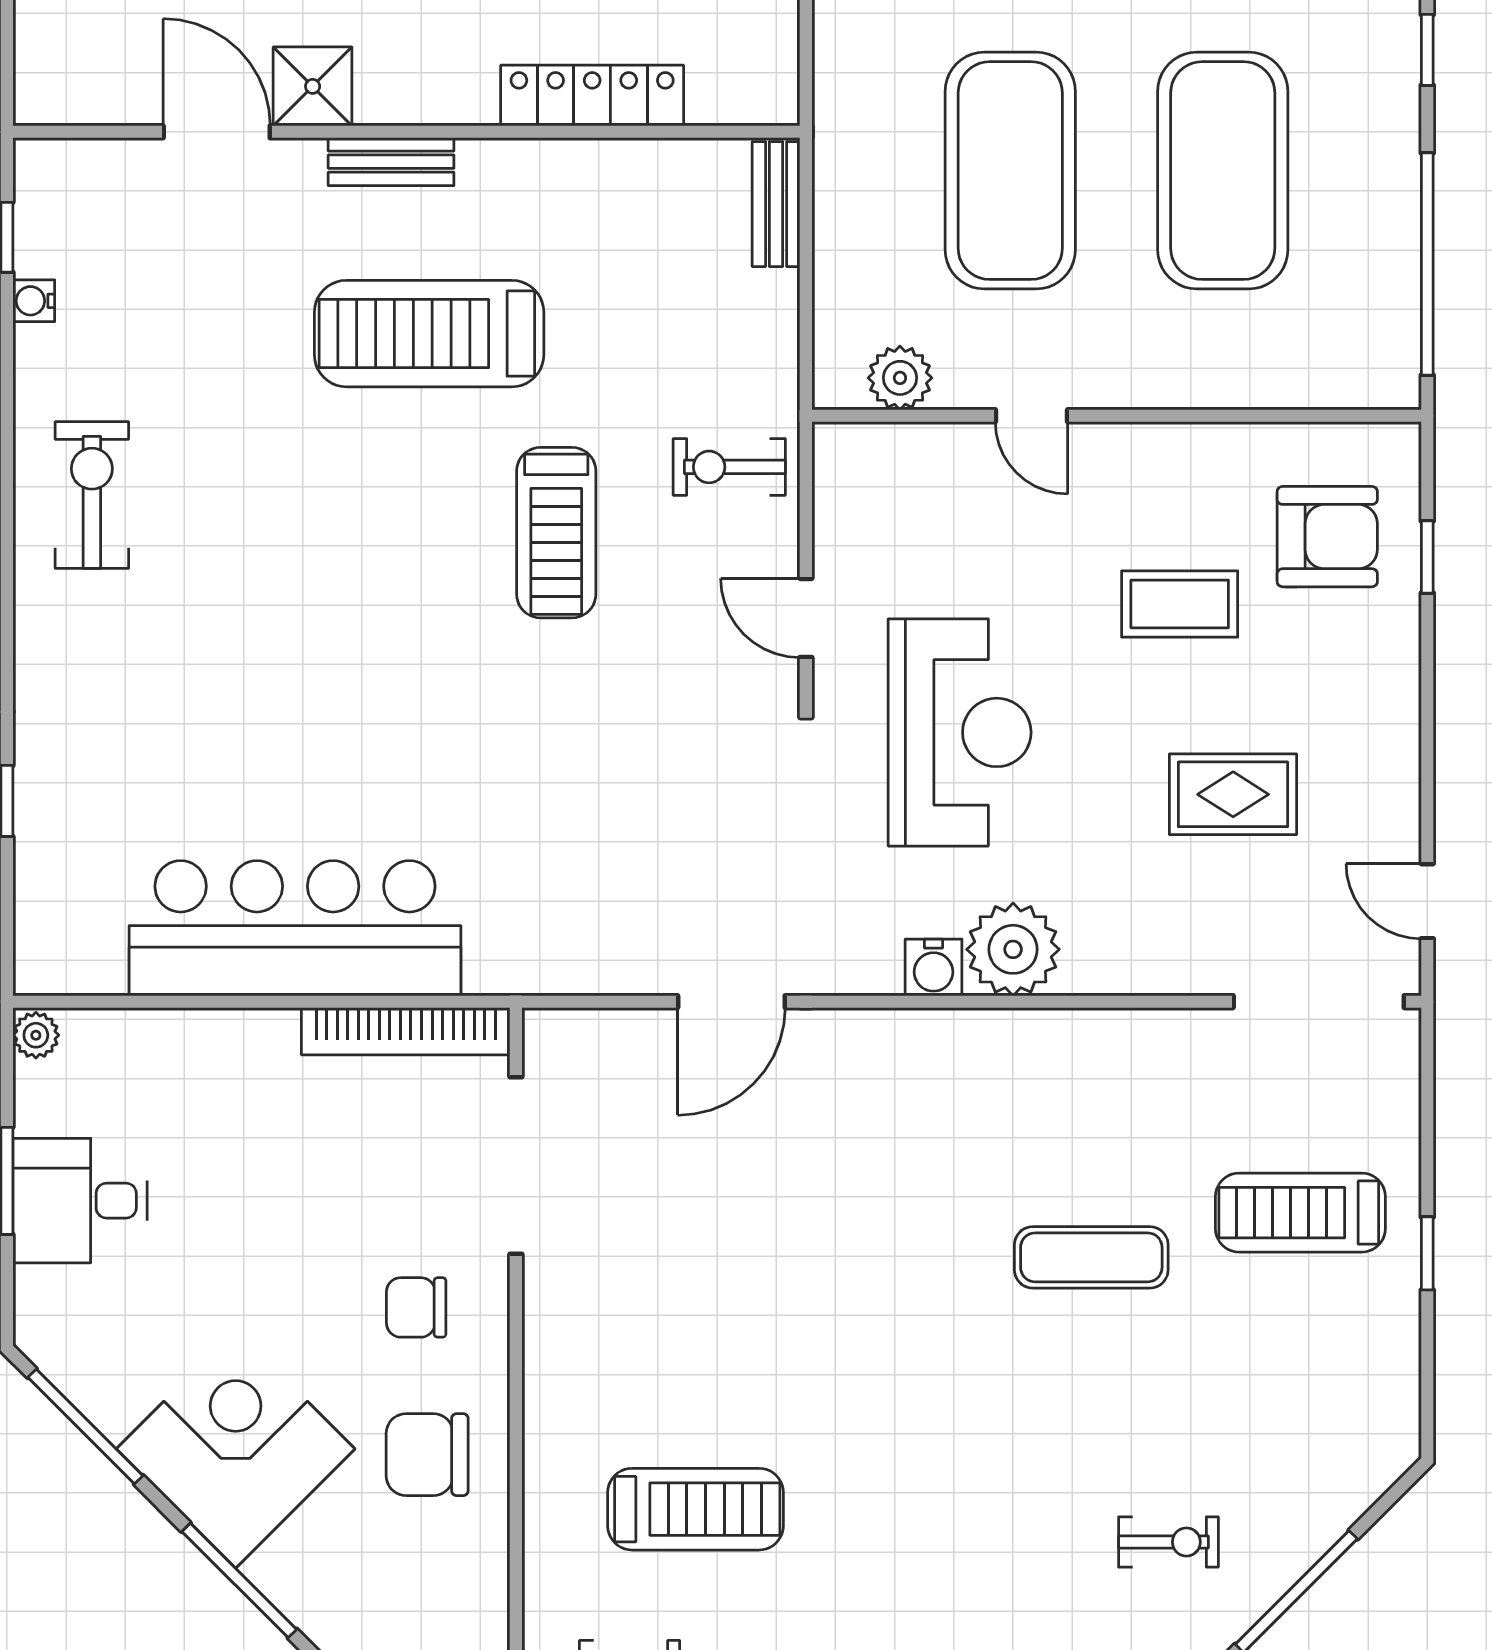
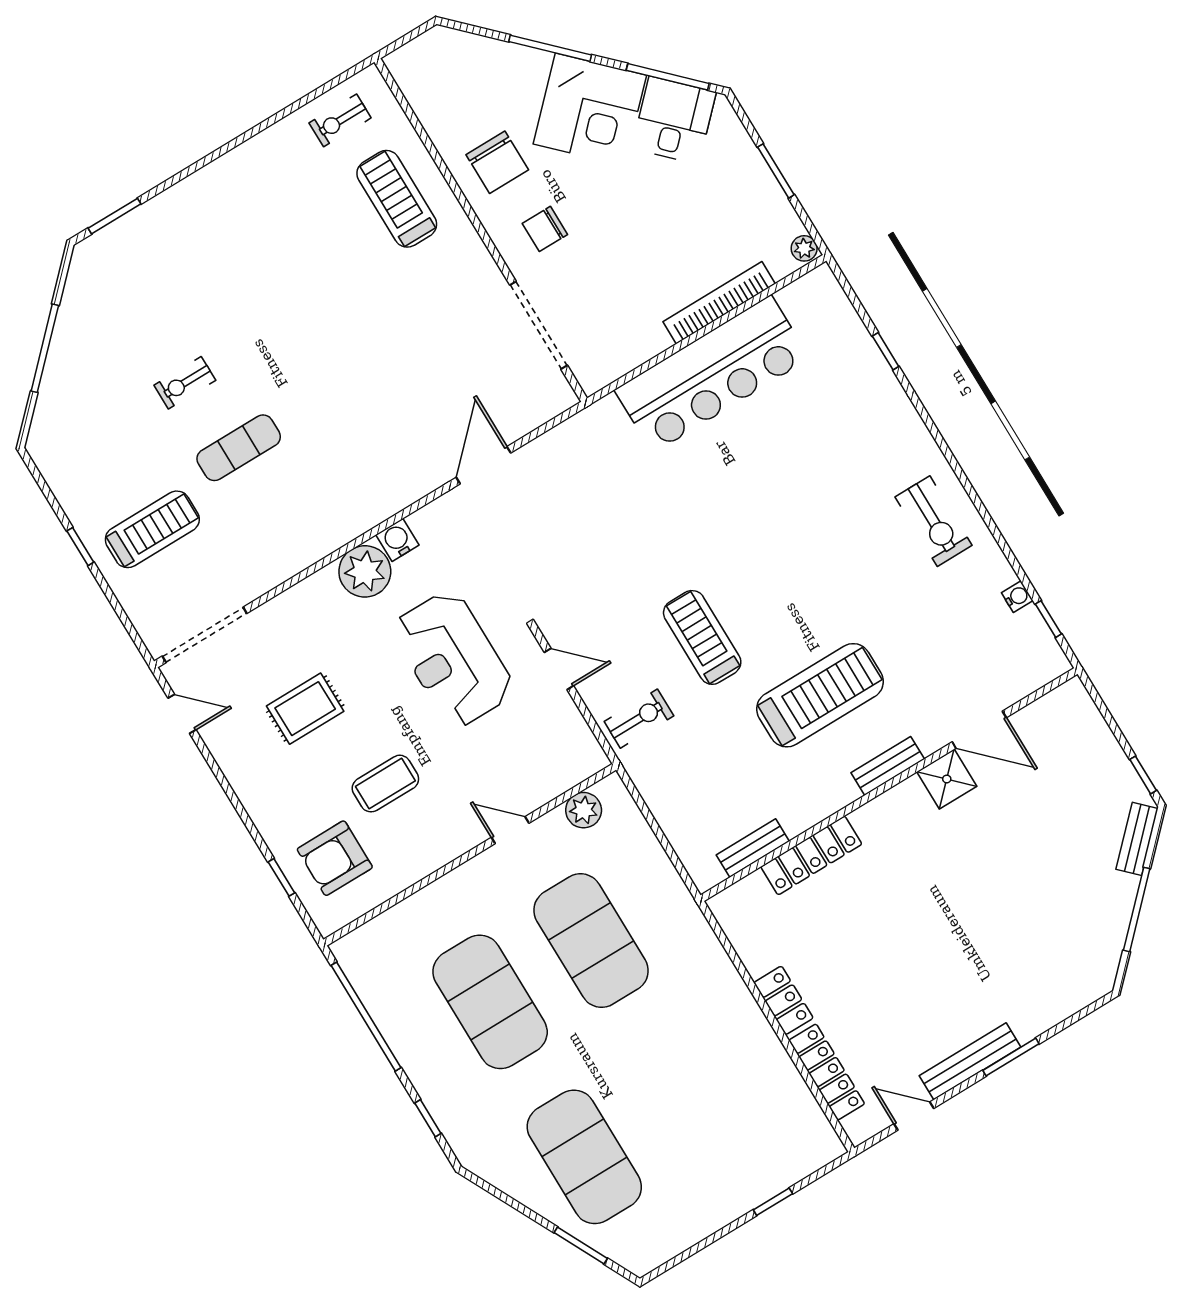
bench: (776, 204) -> (753, 848), moved, turned 90
bookcase: (406, 1031) -> (719, 303), moved
desk: (80, 1201) -> (674, 120), moved, turned -45
chair: (416, 1307) -> (545, 229), turned 180
chair: (427, 1455) -> (497, 162), turned 90
treadmill: (696, 1509) -> (397, 199), moved, turned 90
exercise bike: (1168, 1542) -> (185, 383), moved

